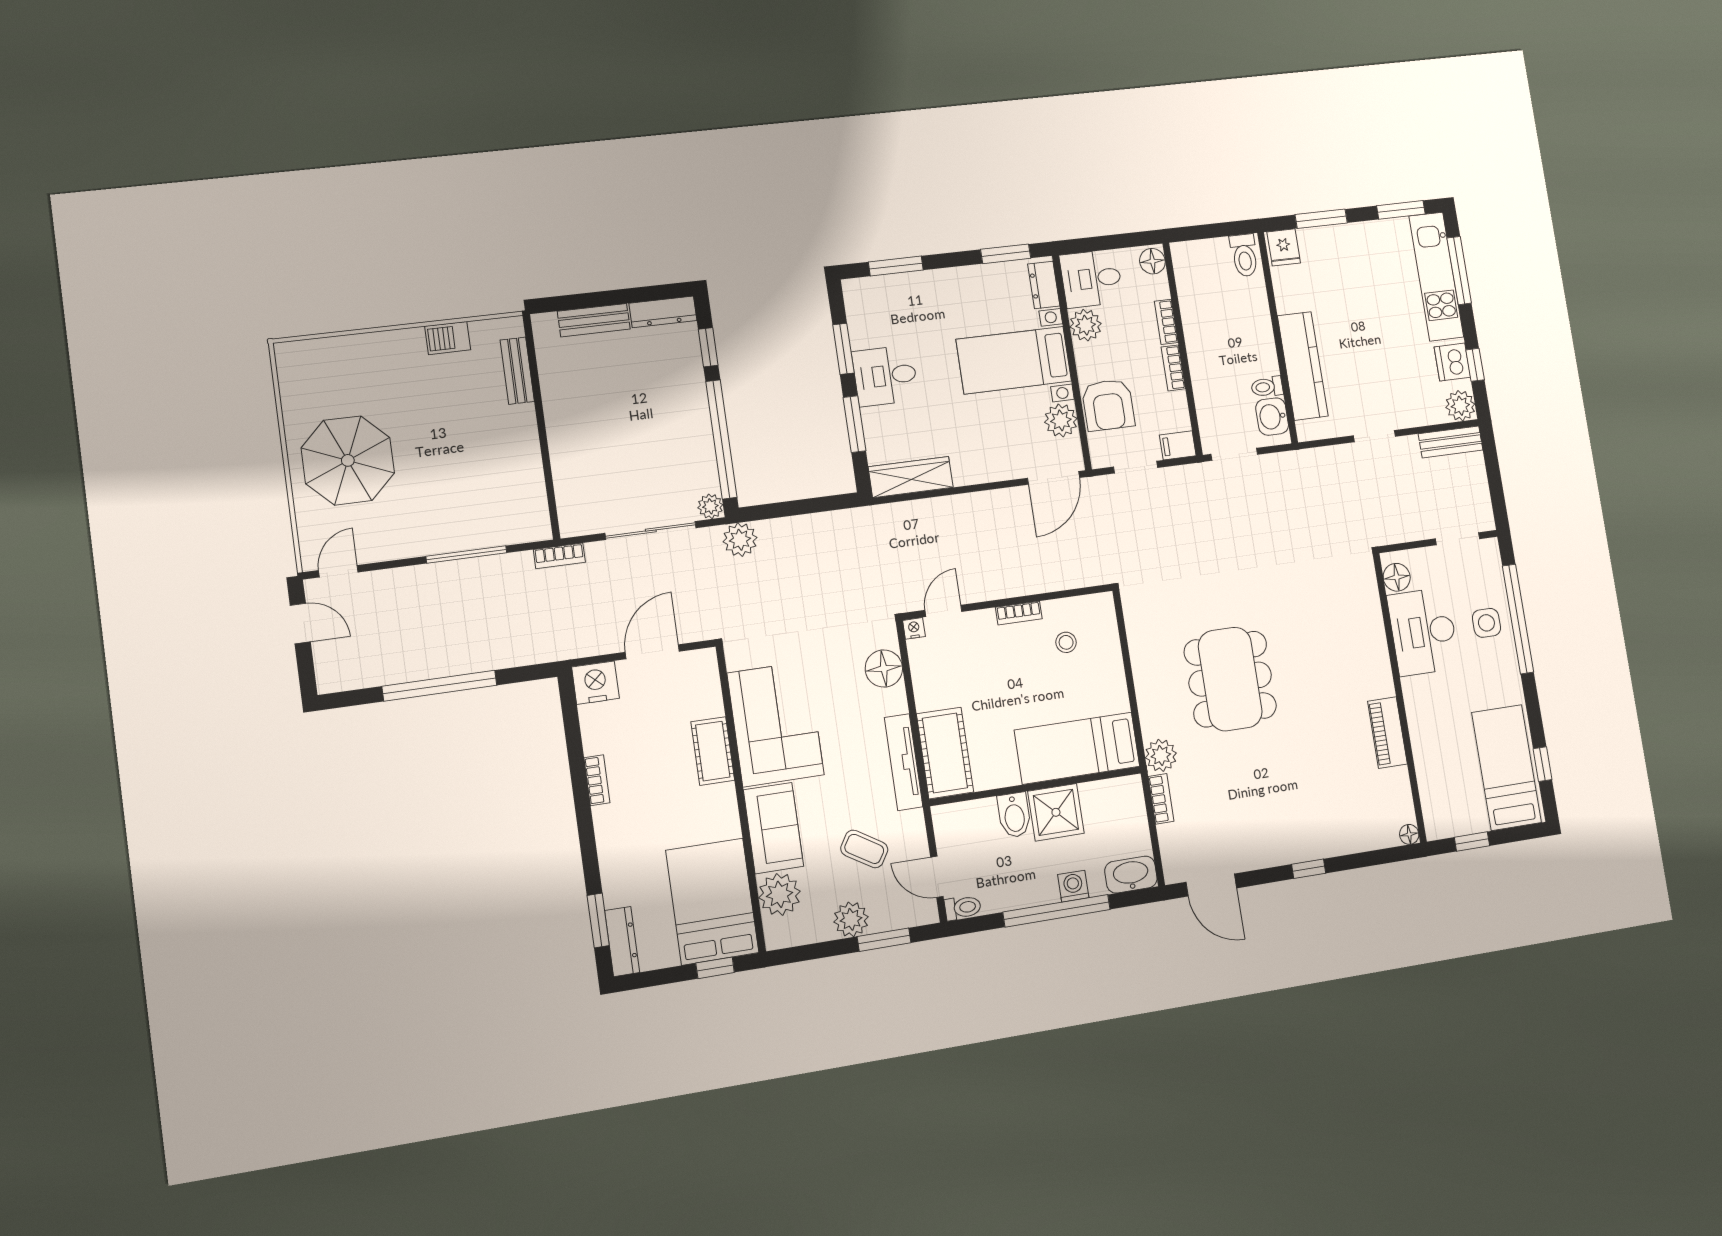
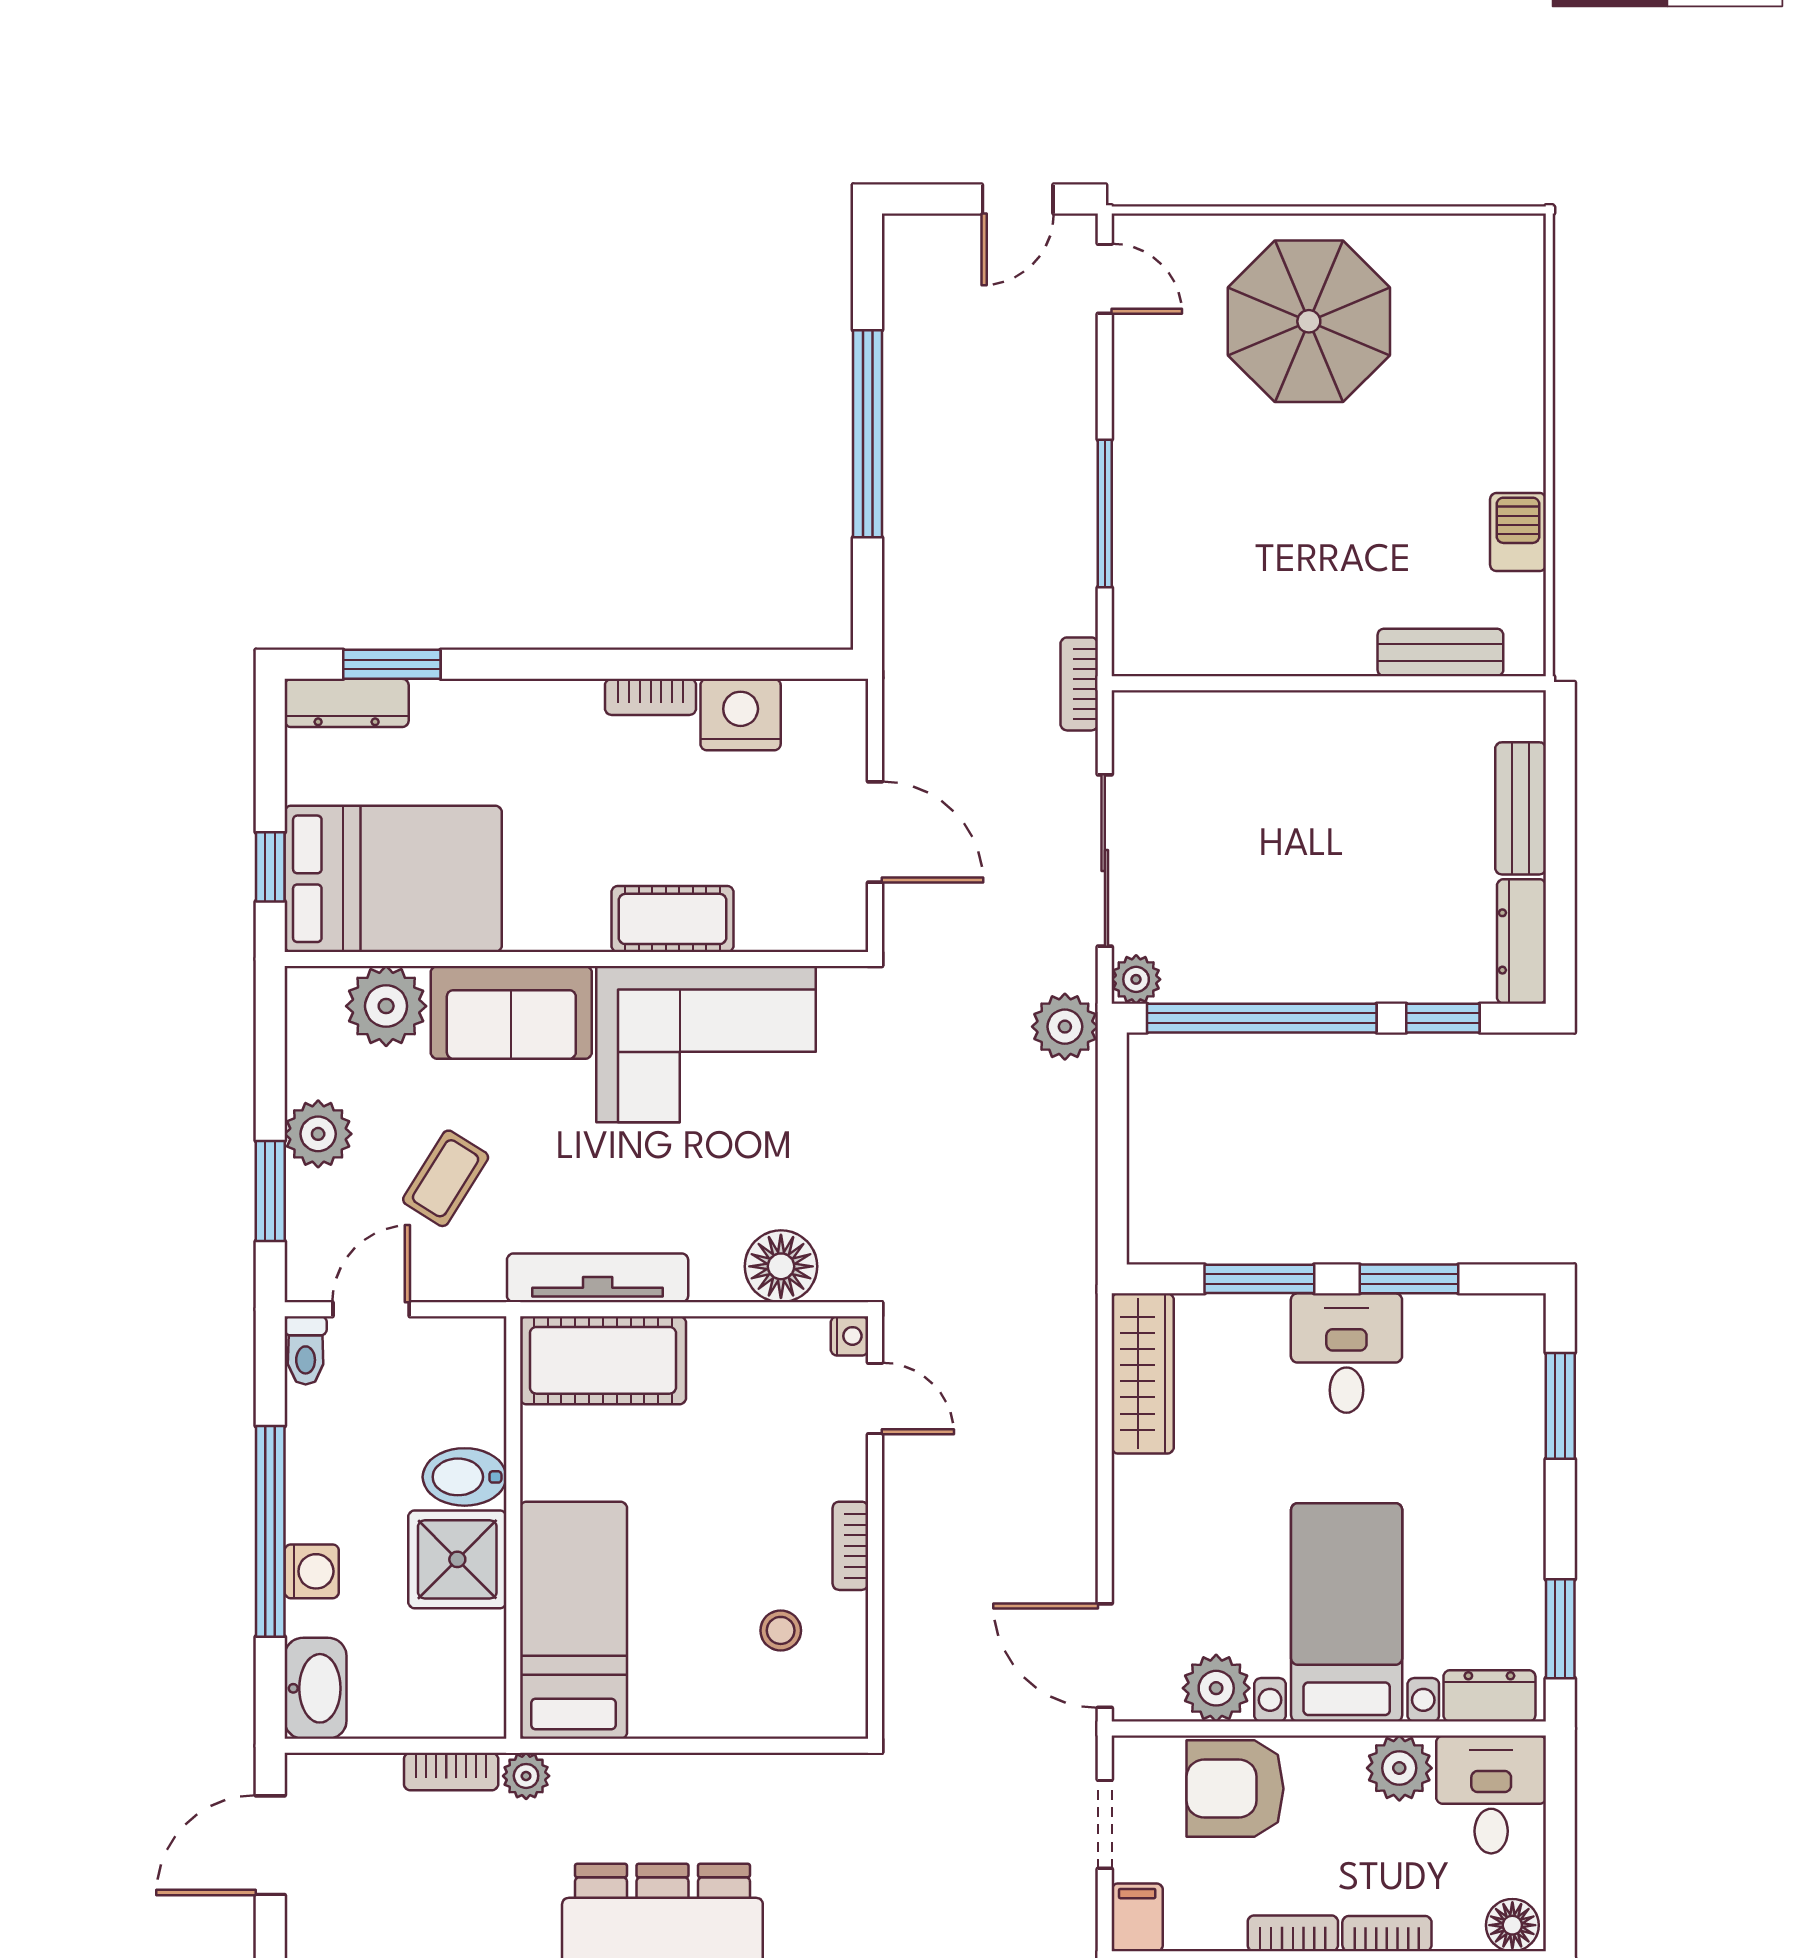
nightstand: (595, 683) -> (741, 715), moved, turned -90
plant: (1161, 755) -> (526, 1776), width x0.73, depth x0.73

